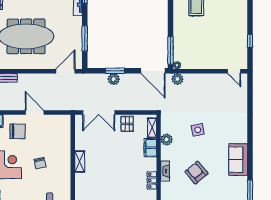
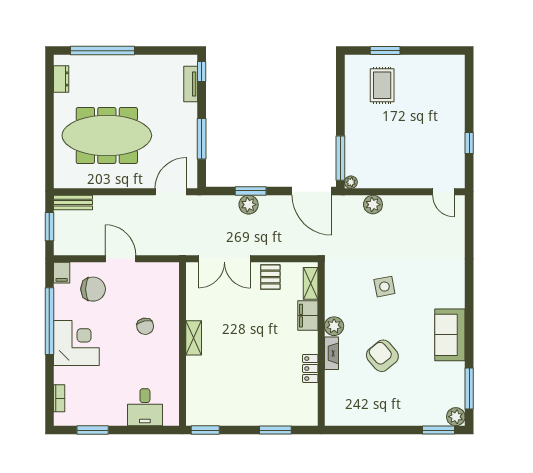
plant: (177, 79) -> (373, 205), moved
plant: (167, 139) -> (334, 326), moved
chair: (40, 163) -> (145, 326), moved

